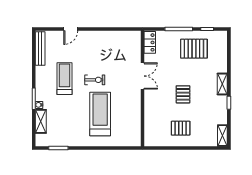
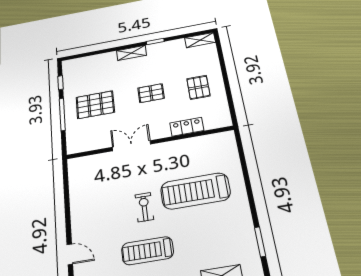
locker: (150, 42) -> (187, 127), moved
pallet: (194, 49) -> (95, 105), moved, turned 90

